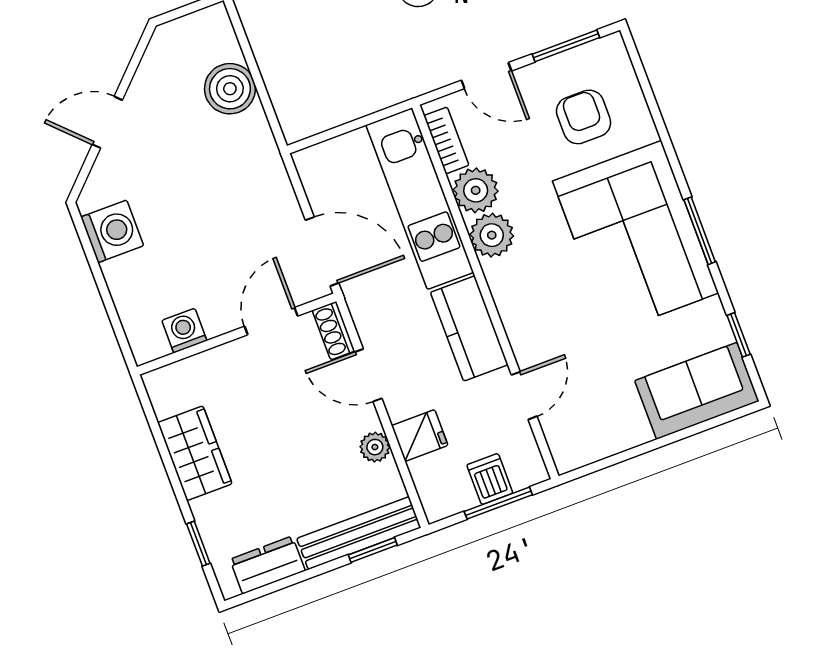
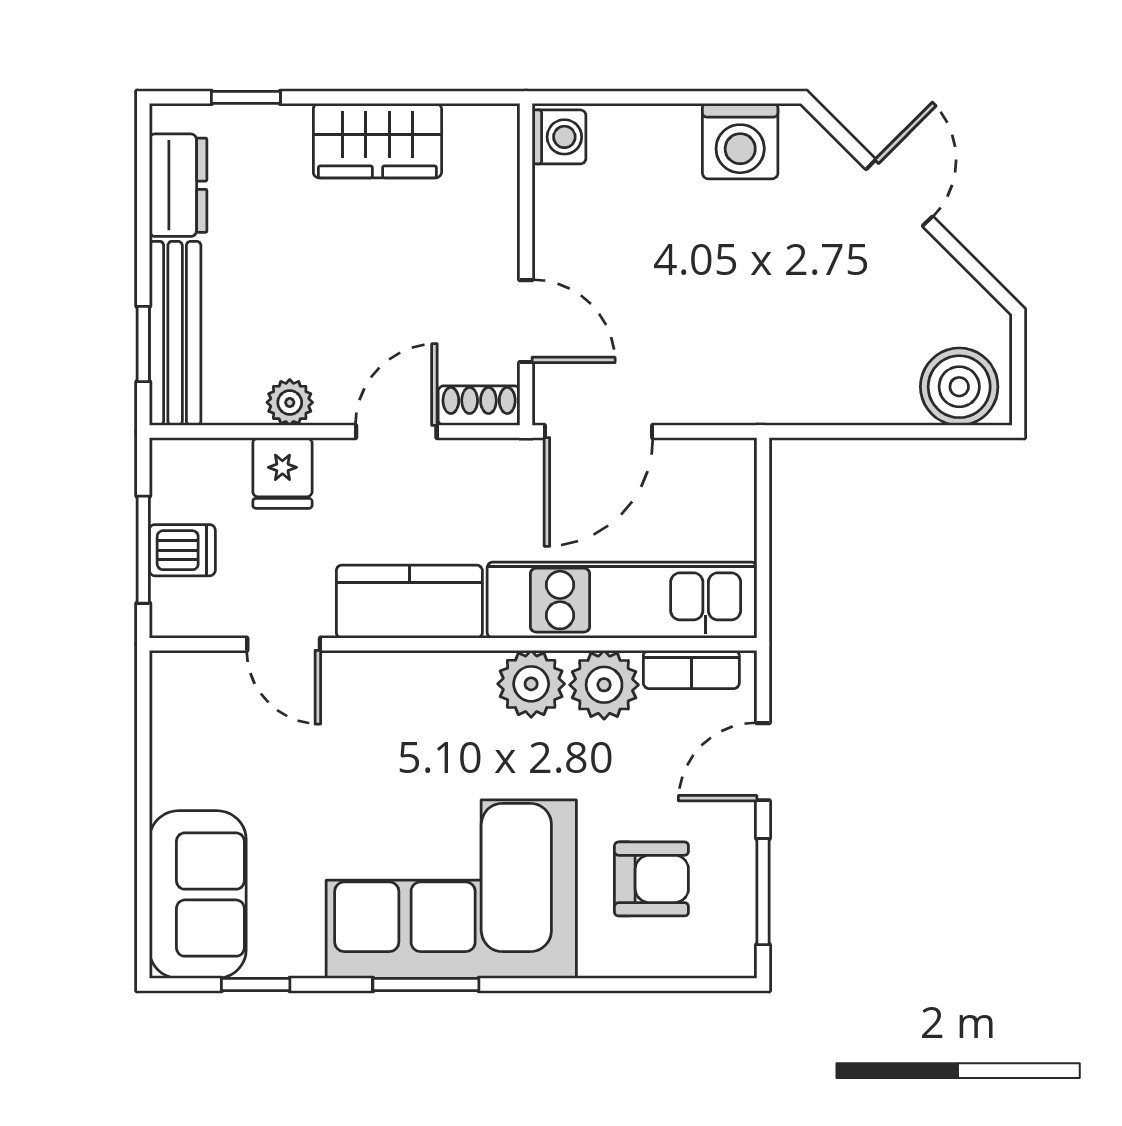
boiler: (230, 89) -> (959, 387), moved
washing machine: (184, 331) -> (559, 137), moved

